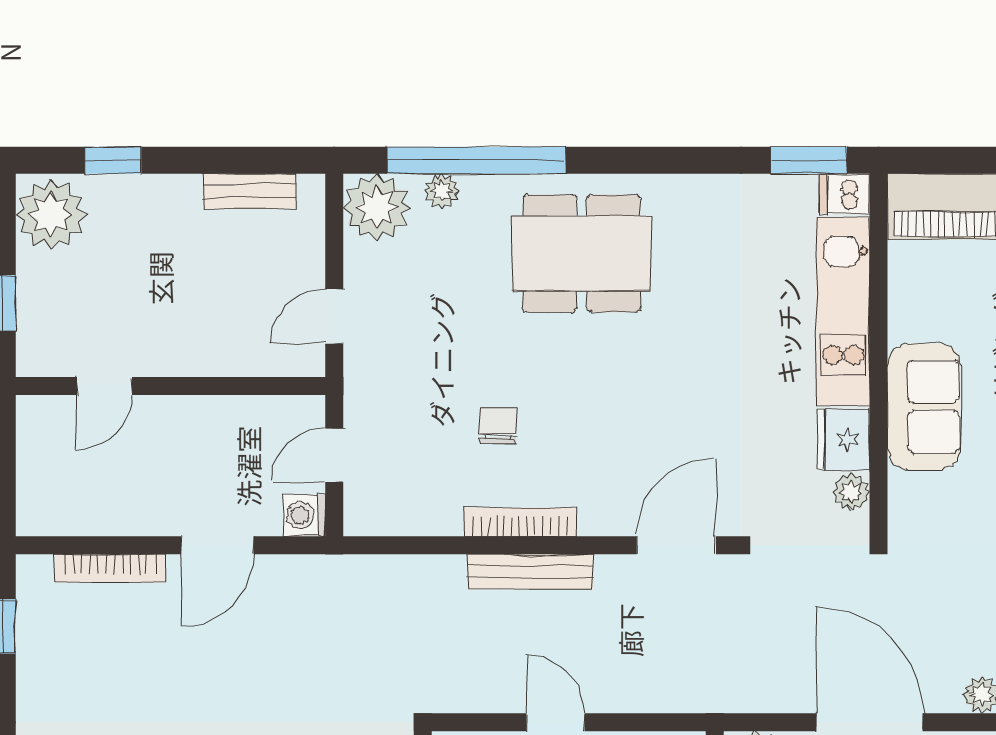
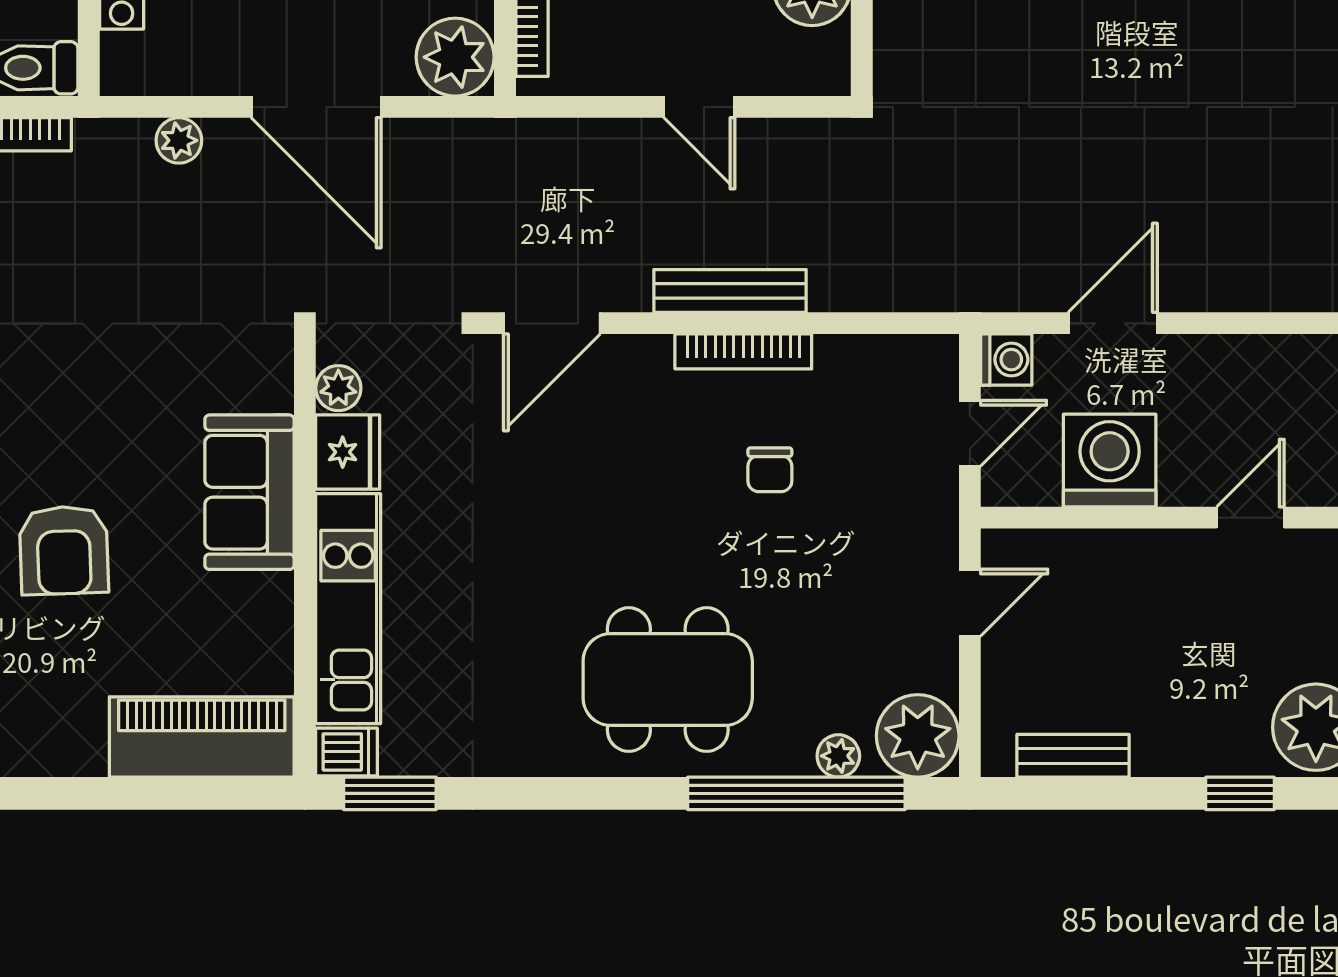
washing machine: (220, 433) -> (1110, 461), added
bookcase: (110, 568) -> (1243, 295), removed

